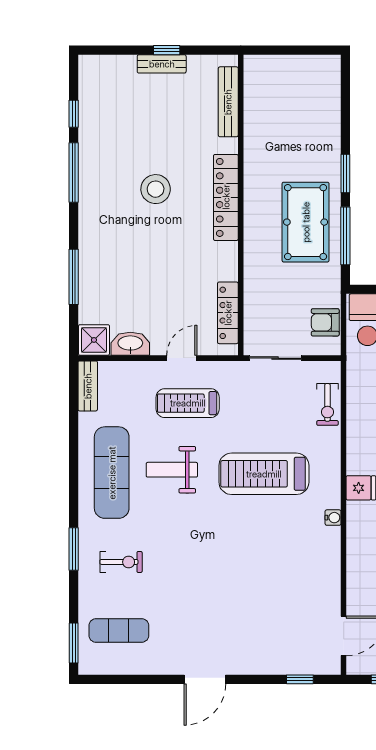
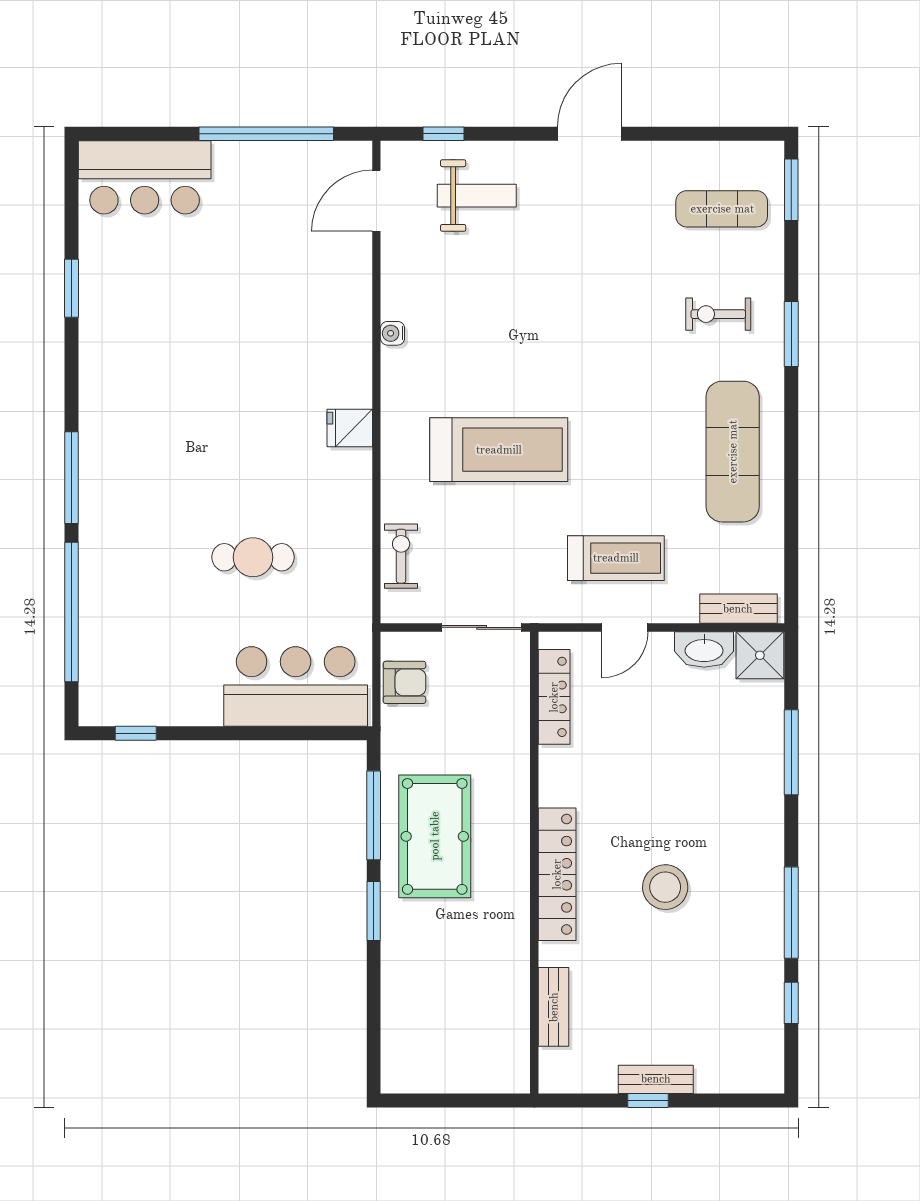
bench: (228, 102) -> (554, 1007), width x0.73
bench: (88, 386) -> (738, 609), moved, turned 90
weight bench: (172, 470) -> (477, 196), moved
water cooler: (333, 518) -> (392, 333), moved

